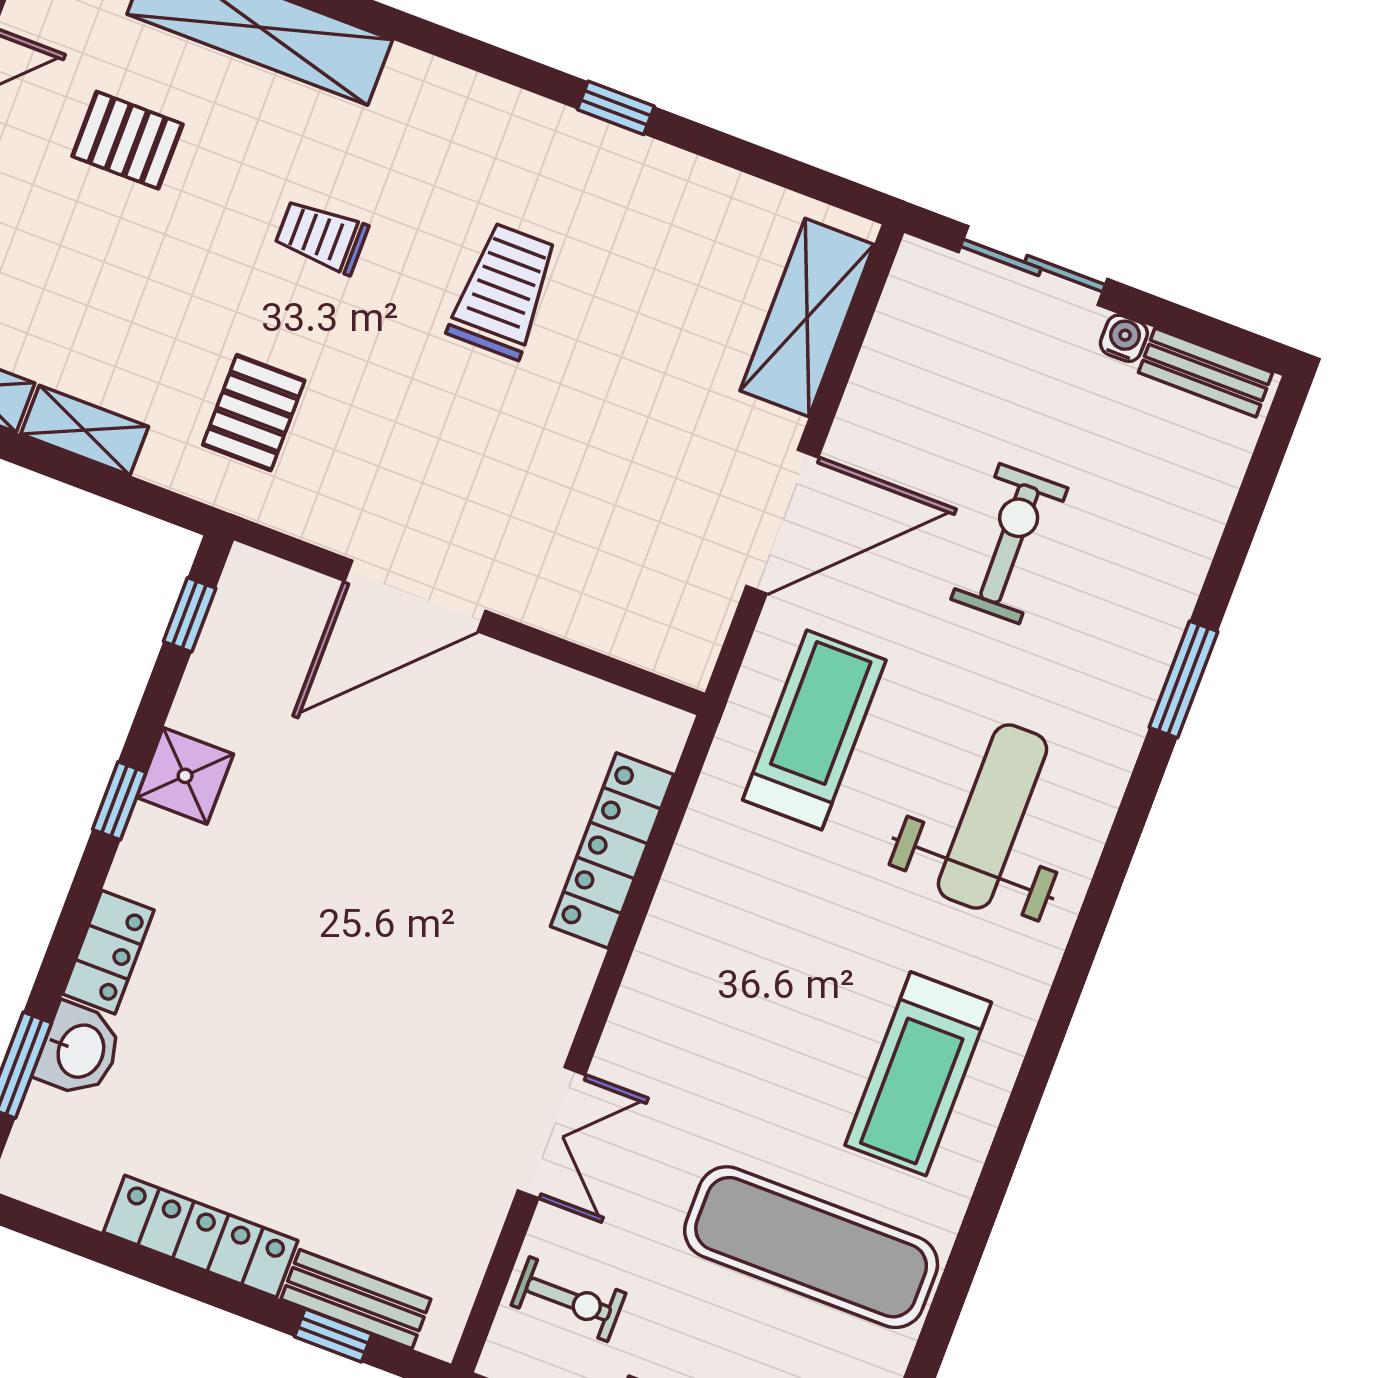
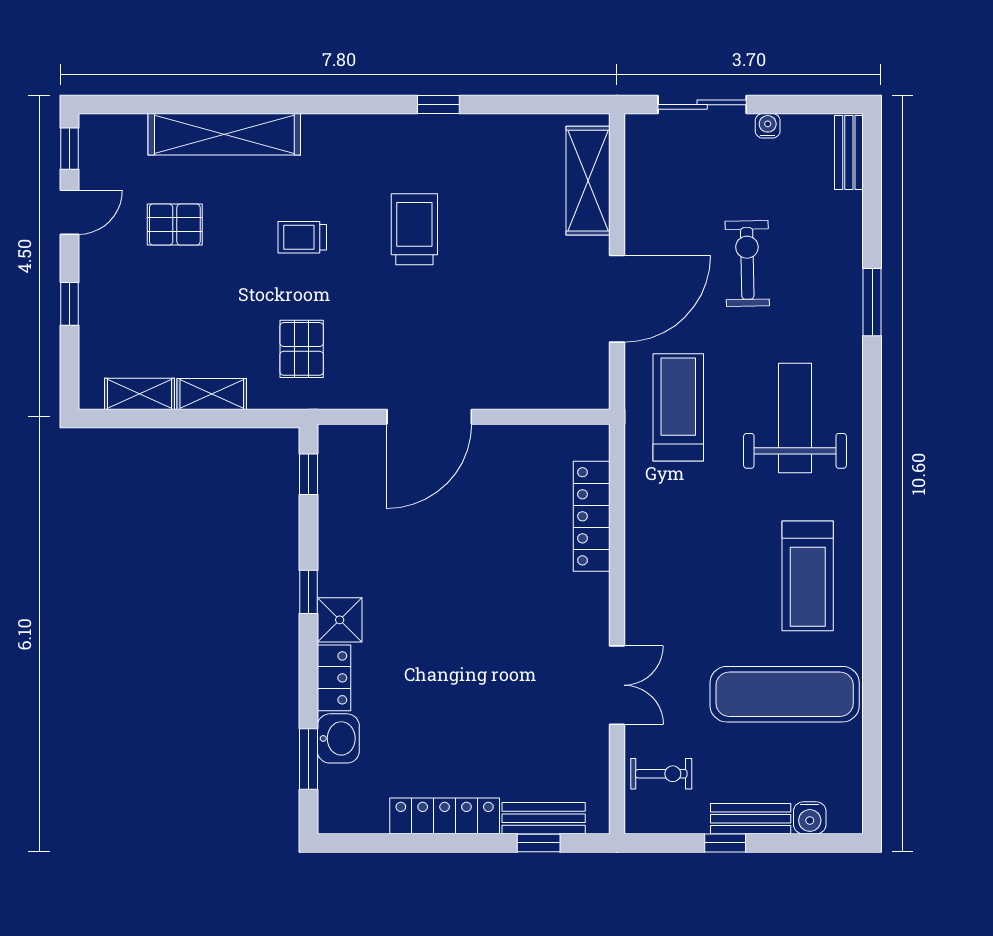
bench: (1206, 372) -> (849, 153), moved, turned 90
shower: (185, 776) -> (340, 620), moved

